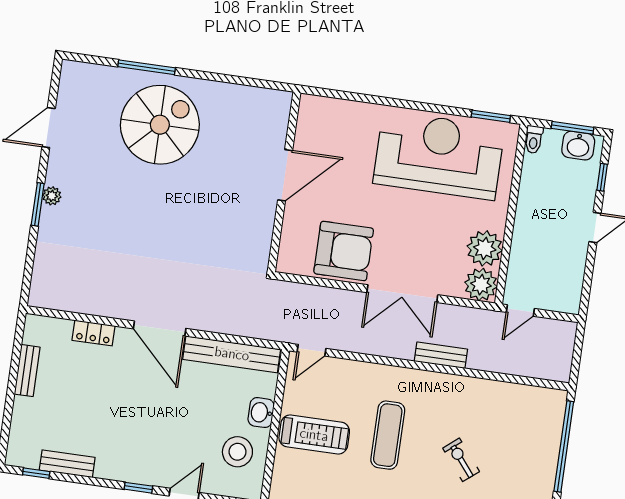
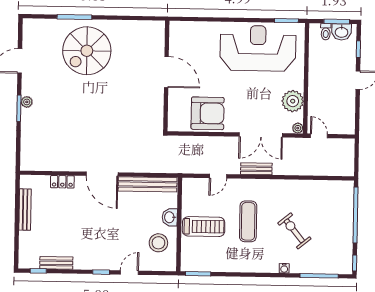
spiral stairs: (160, 125) -> (87, 51), turned 180
toilet: (534, 139) -> (326, 32), moved
door: (285, 175) -> (166, 72), hinge flipped
plant: (481, 285) -> (298, 128), width x0.53, depth x0.53
double door: (402, 294) -> (261, 135), moved
door: (520, 310) -> (319, 136), swing flipped
door: (312, 350) -> (218, 176), moved
bench: (441, 355) -> (256, 169), moved
bench: (27, 371) -> (25, 210), width x1.36
exercise bike: (461, 460) -> (294, 231), width x1.38, depth x1.39

